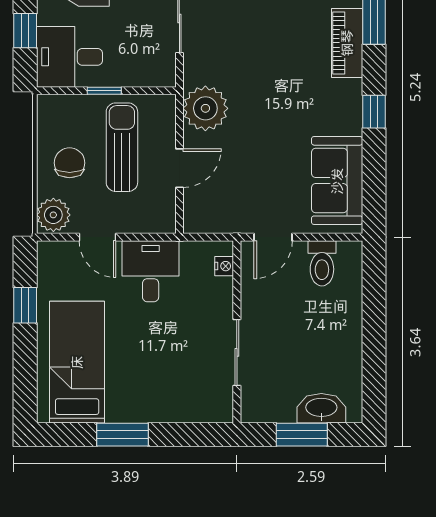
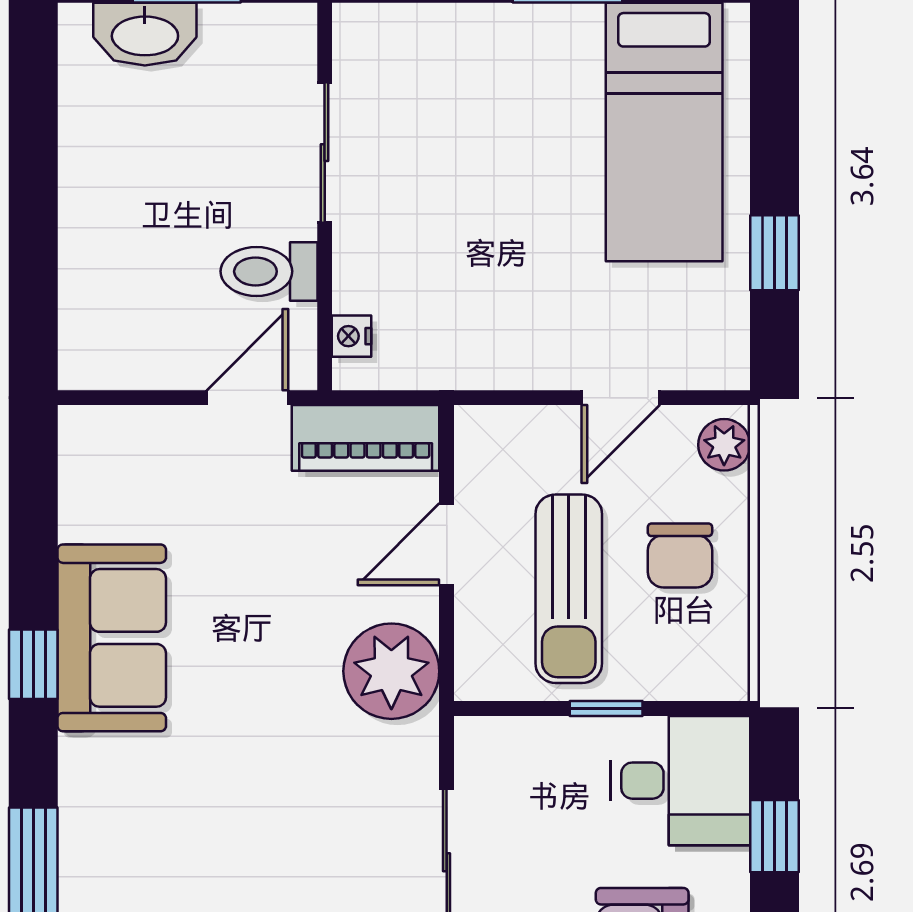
piano: (347, 43) -> (366, 438), moved, turned 90
sofa: (337, 181) -> (112, 638), moved
plant: (53, 215) -> (724, 445), width x0.73, depth x0.73
door: (97, 237) -> (621, 398), swing flipped
toilet: (322, 263) -> (269, 271), moved, turned -90
desk: (151, 271) -> (508, 325), removed

